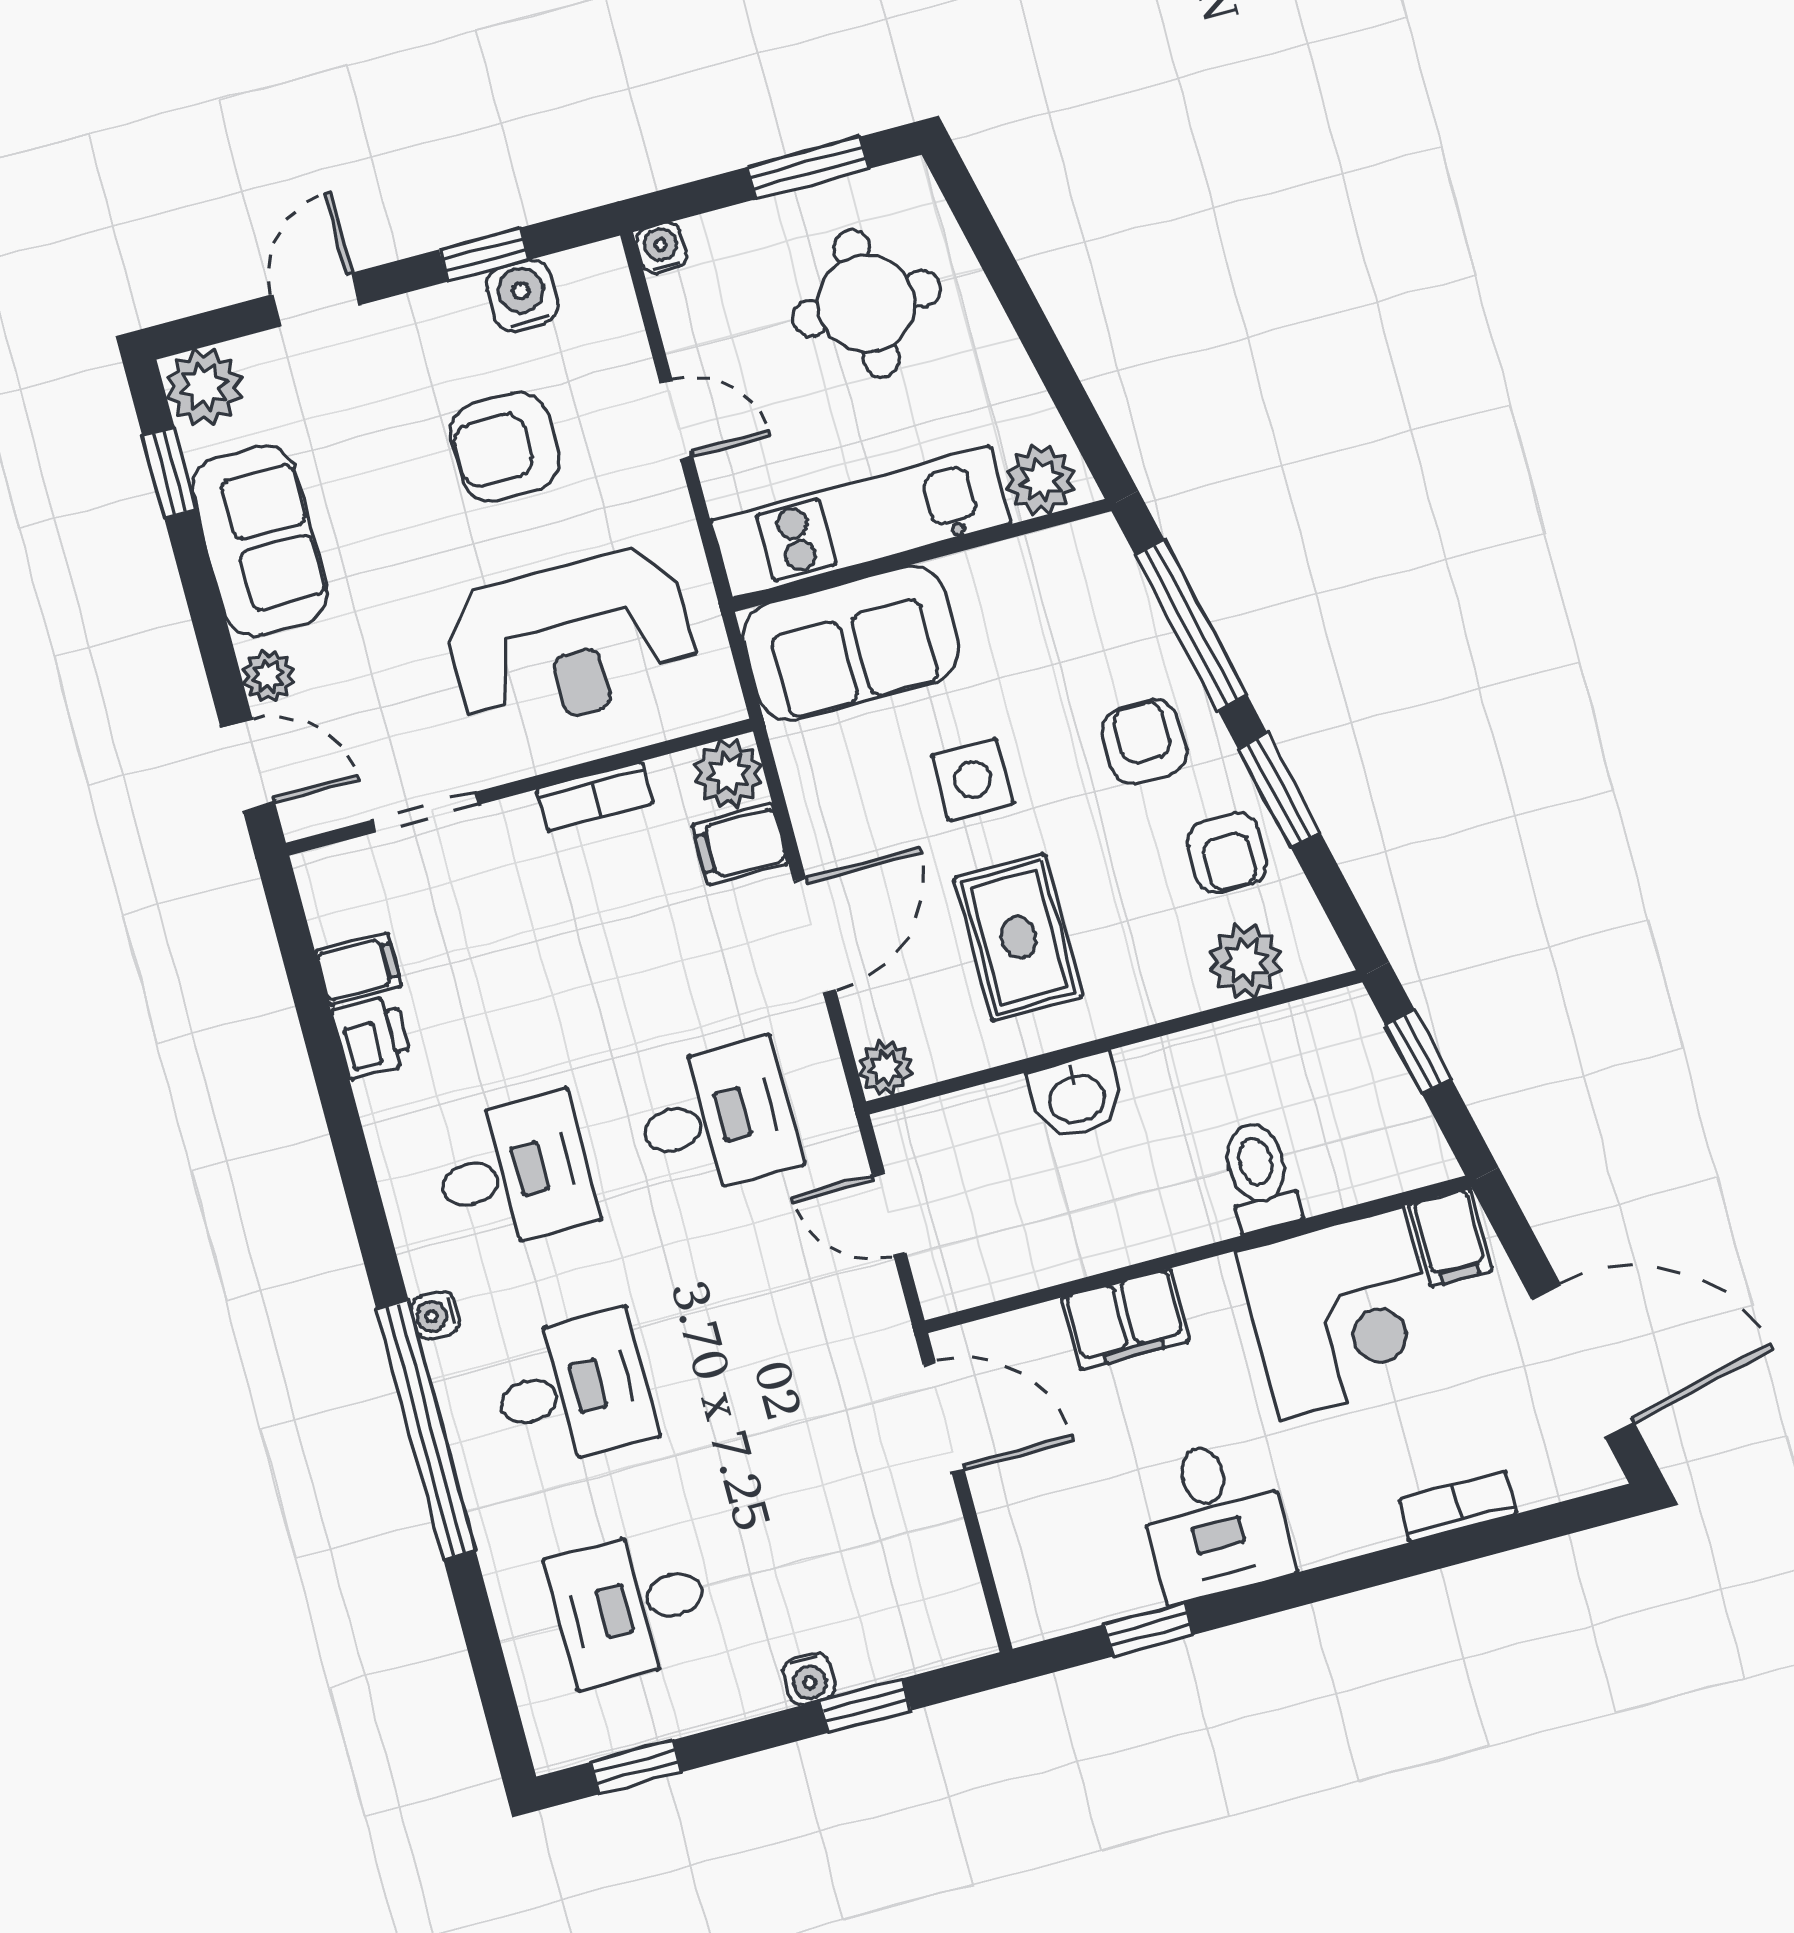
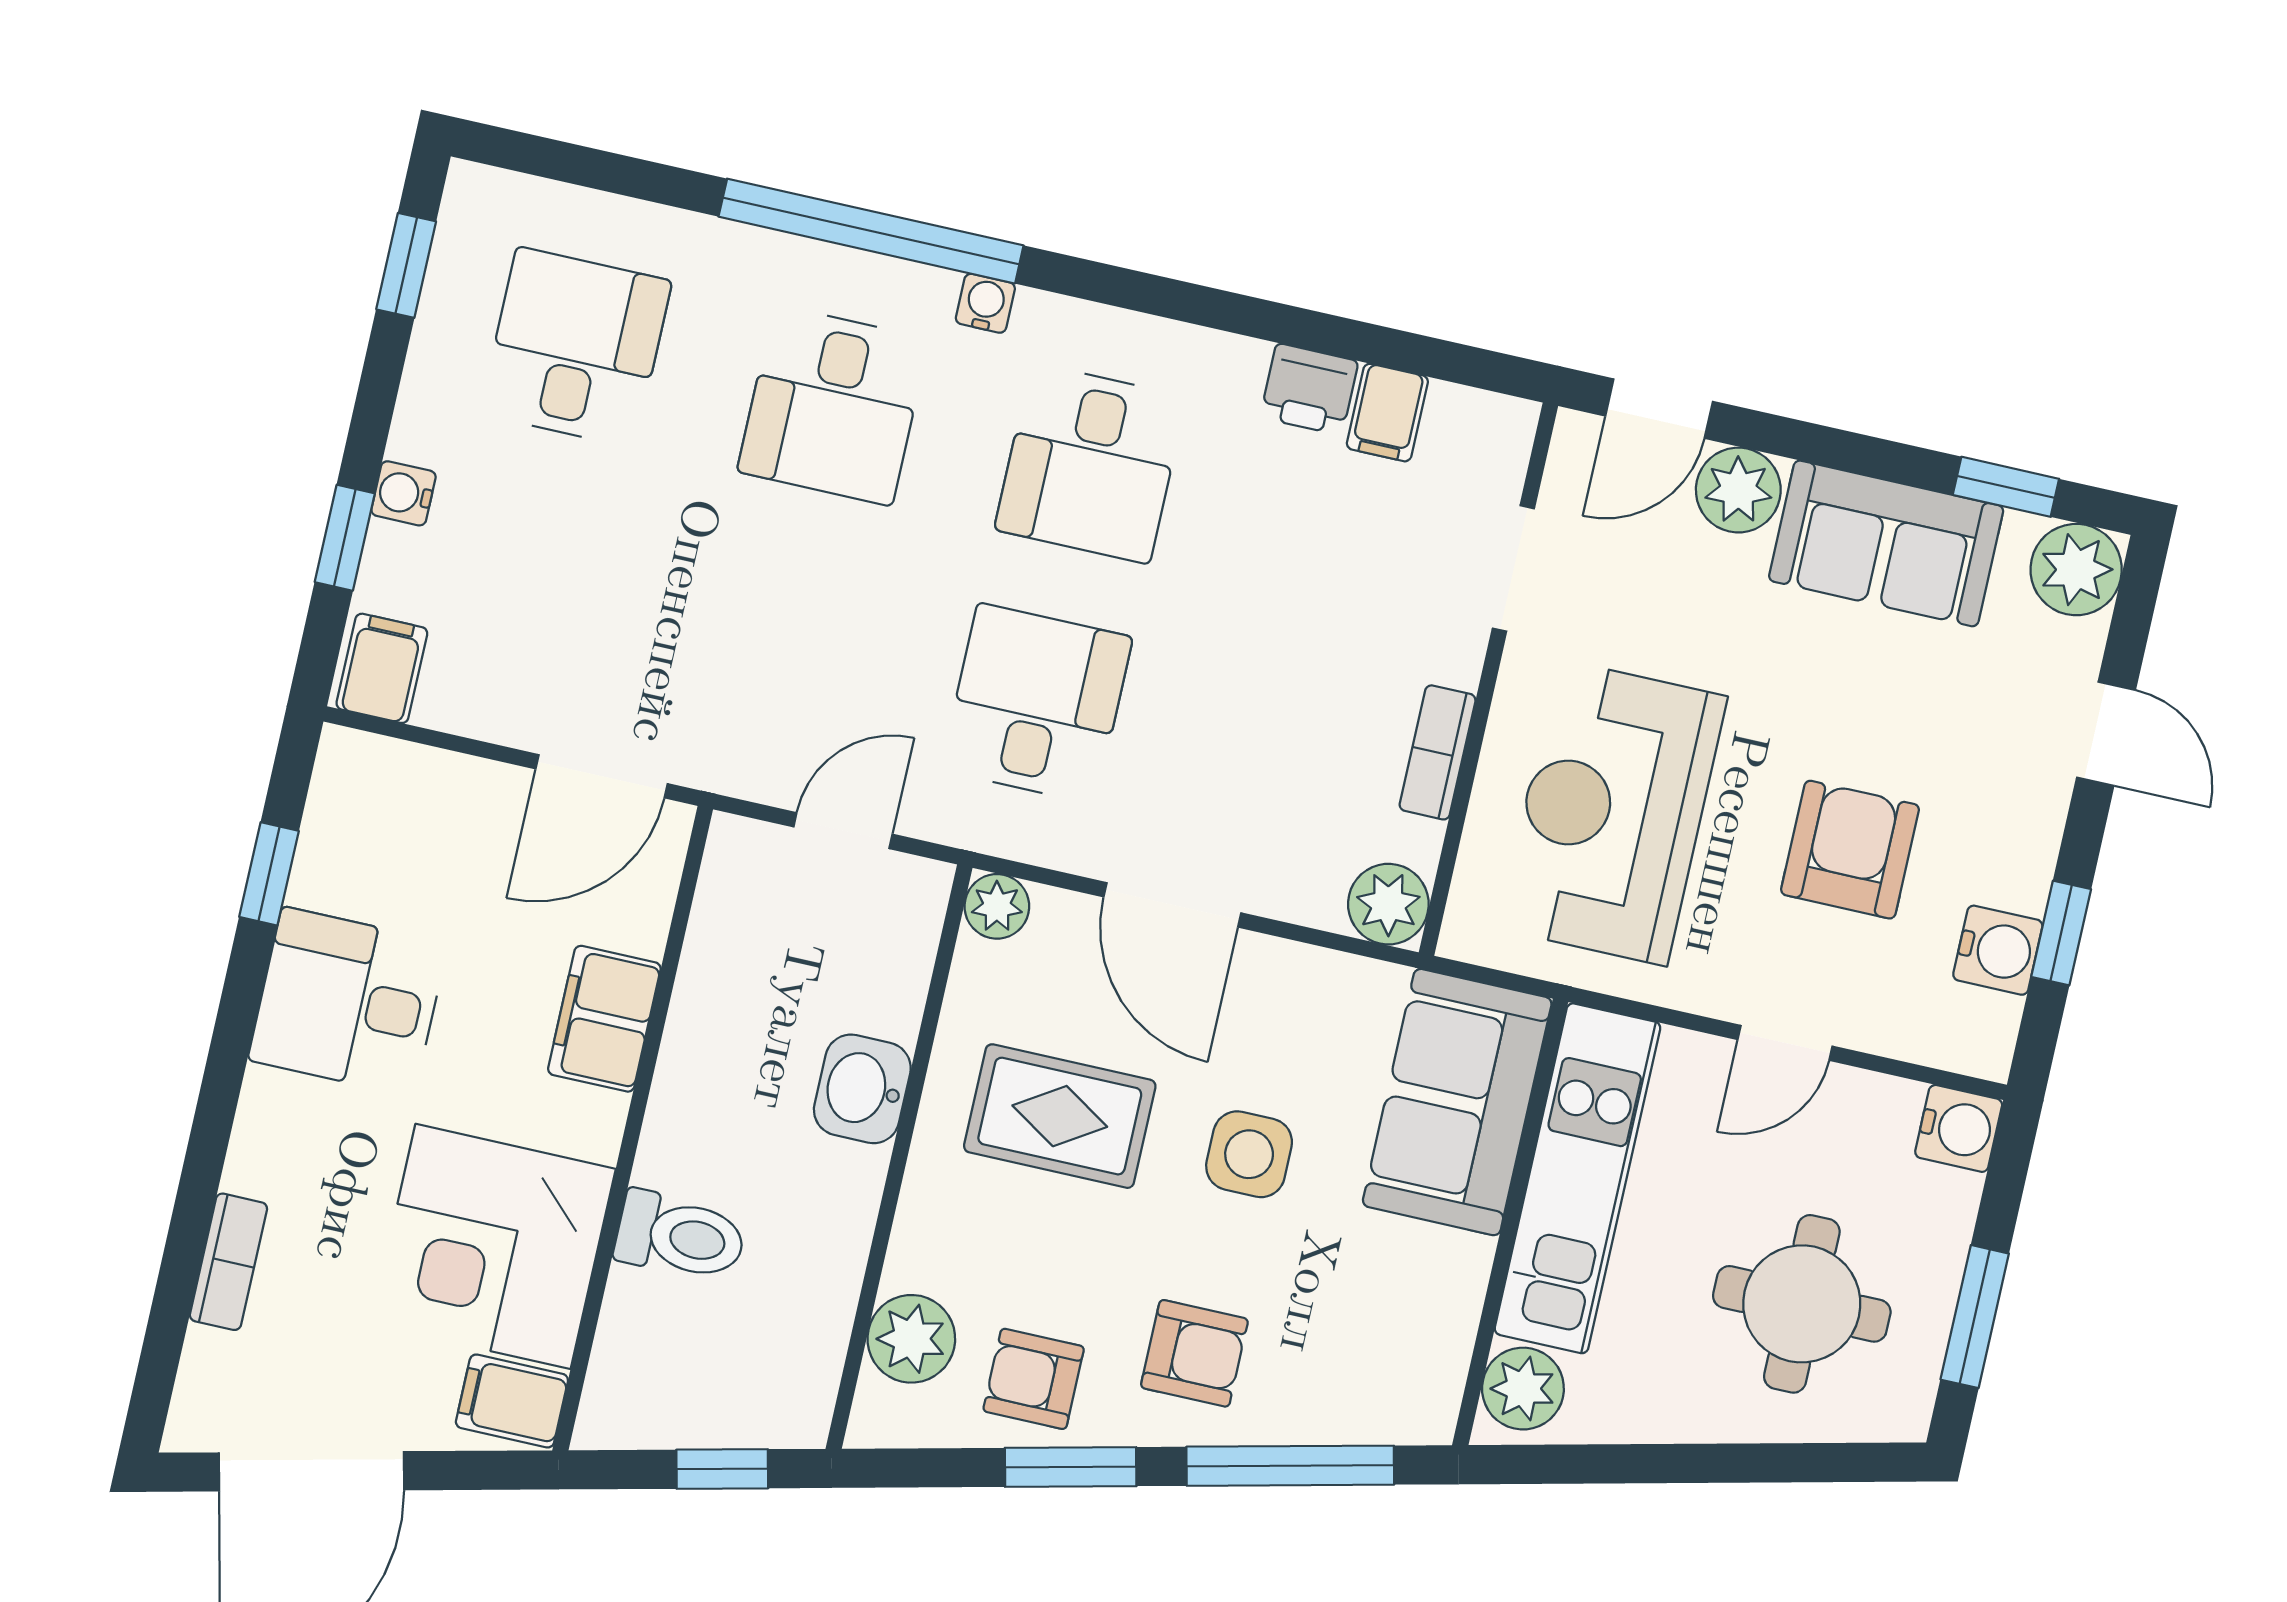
water cooler: (661, 248) -> (1959, 1128), width x1.38, depth x1.38
plant: (268, 676) -> (1738, 490), width x1.38, depth x1.38
filing cabinet: (740, 844) -> (382, 668), moved
desk: (717, 1118) -> (1036, 703), turned 180

